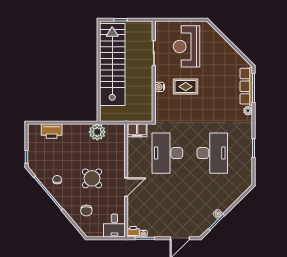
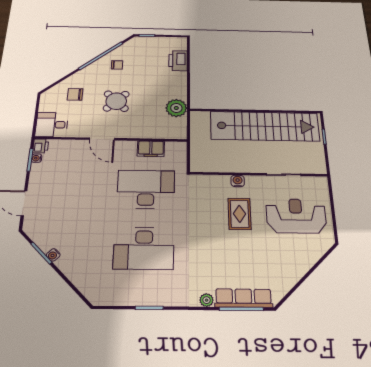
filing cabinet: (137, 130) -> (151, 149), moved, turned -90

